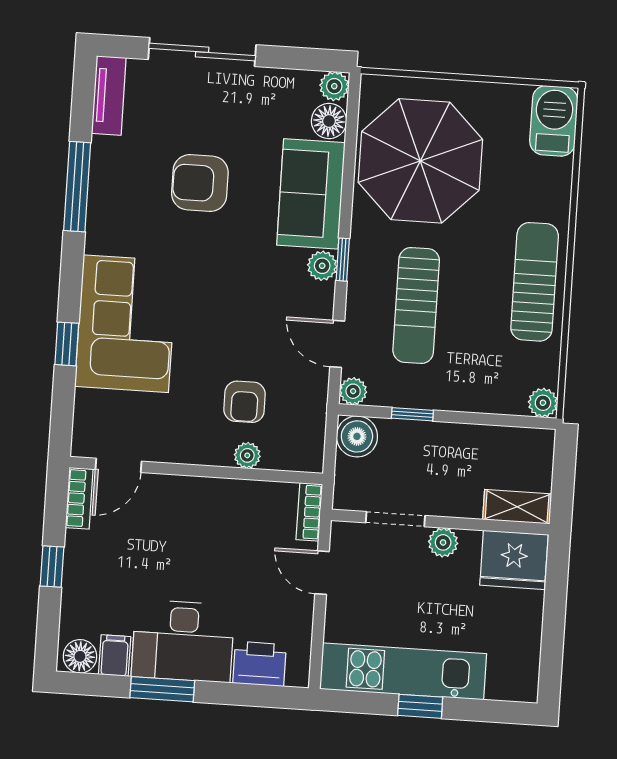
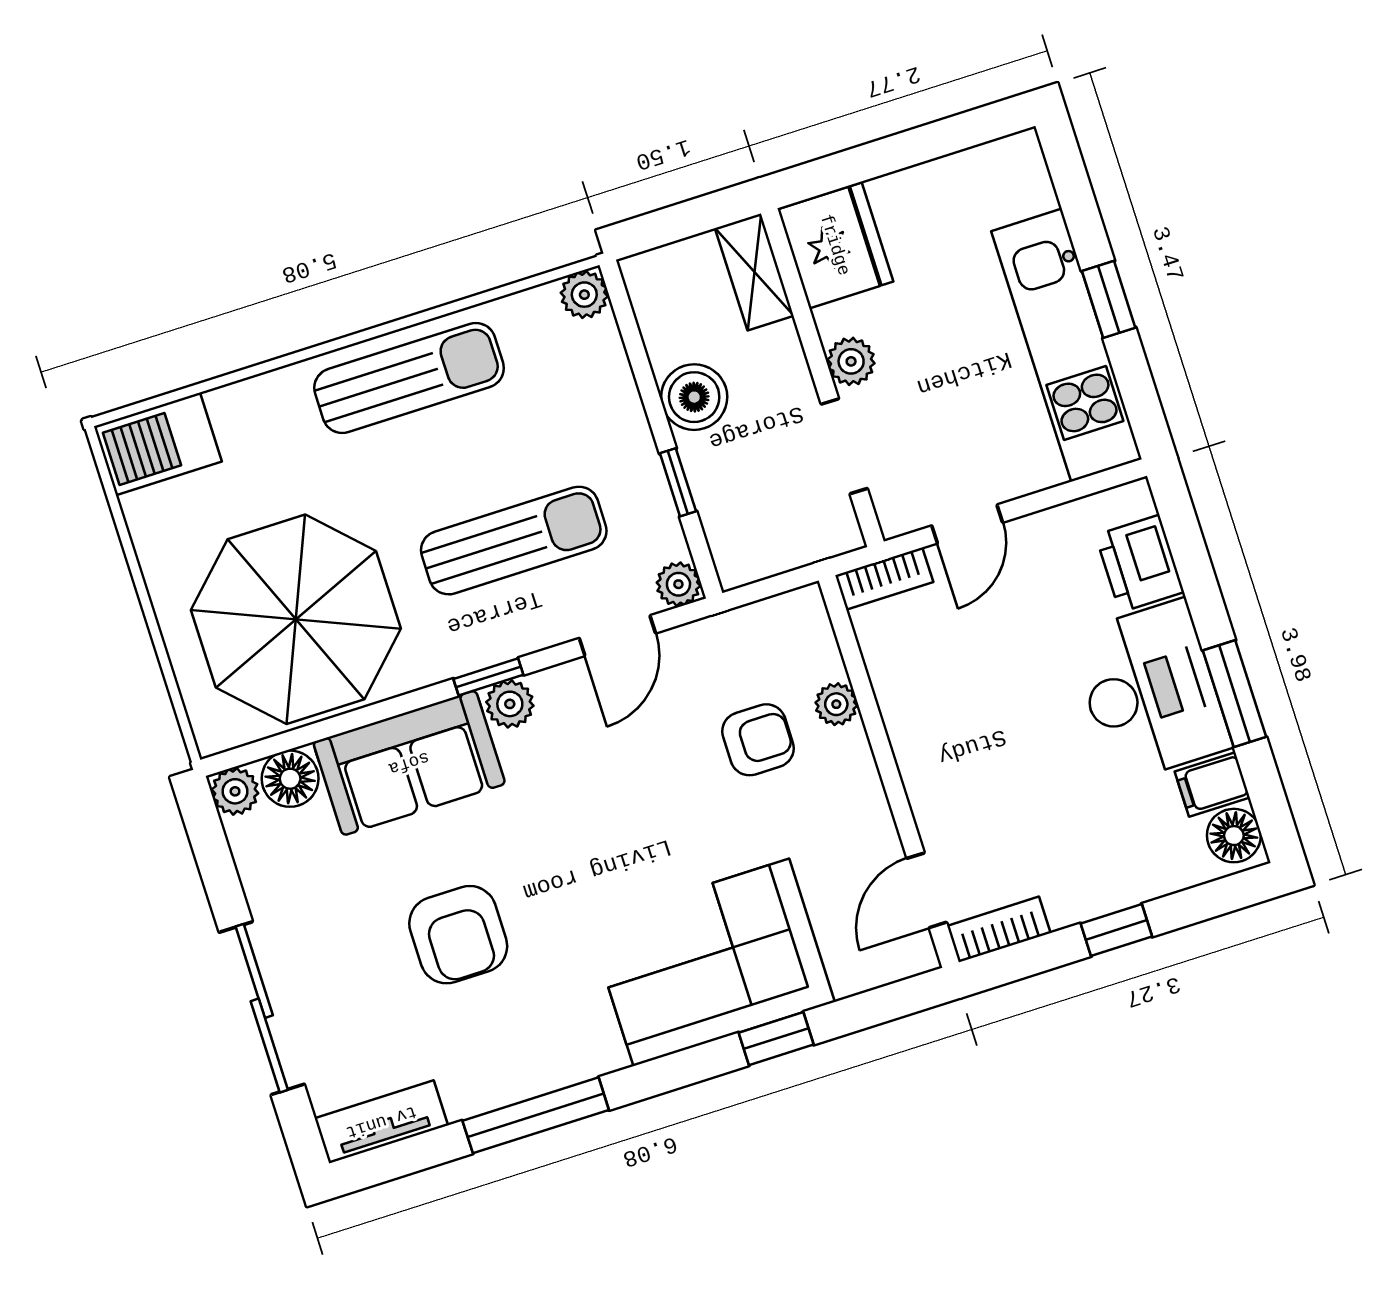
sun lounger: (535, 282) -> (409, 378), turned 180
boiler: (357, 436) -> (694, 397), moved
door: (118, 465) -> (927, 890), swing flipped

